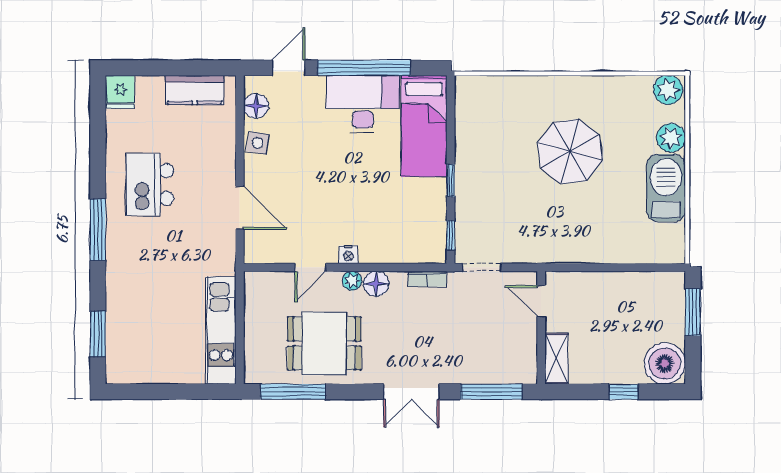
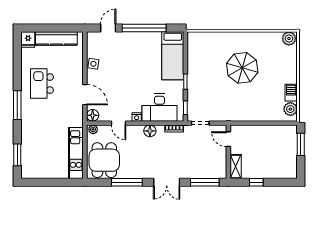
kitchen counter: (195, 90) -> (56, 38), width x1.50
desk: (363, 104) -> (159, 108), moved, turned 180
floor lamp: (256, 106) -> (93, 115), moved
plant: (671, 138) -> (290, 109), moved
barbecue: (666, 188) -> (291, 93), width x0.53, depth x0.65
door: (310, 267) -> (119, 123), hinge flipped
plant: (352, 281) -> (93, 129), moved
dining table: (324, 343) -> (104, 160), moved, turned 90
boiler: (665, 363) -> (287, 169), removed
window: (293, 392) -> (127, 182), moved
window: (623, 392) -> (256, 182), moved

